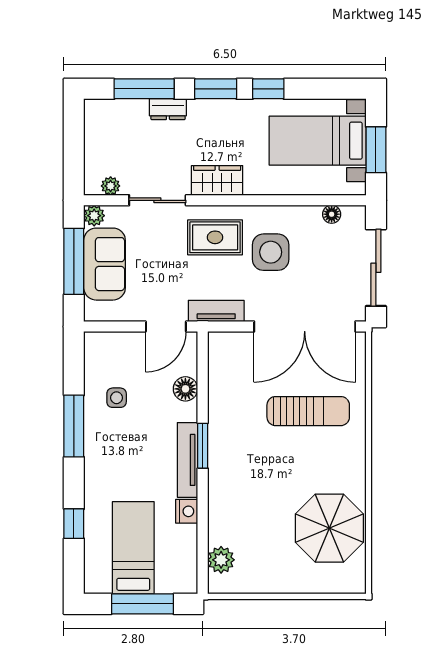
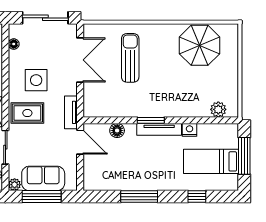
rug: (215, 237) -> (27, 113), turned 90
double door: (305, 327) -> (80, 60), width x0.73
side table: (117, 398) -> (122, 171), removed

